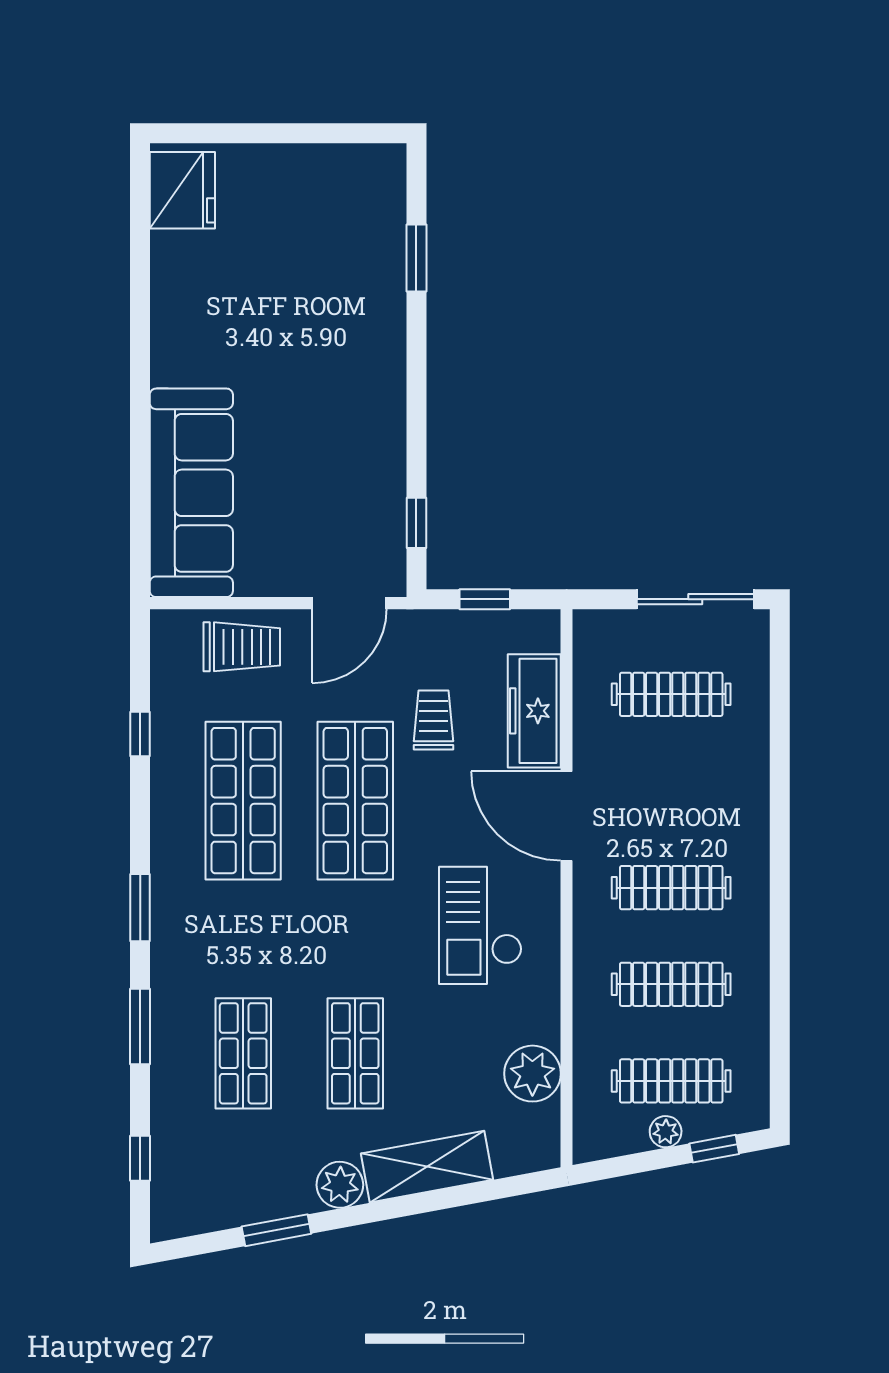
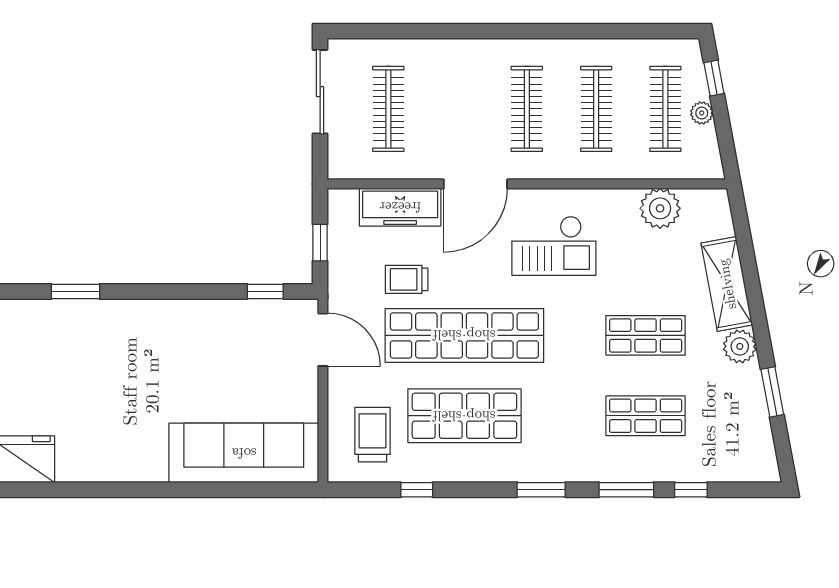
trolley: (242, 647) -> (372, 435), moved
shop shelf: (355, 801) -> (464, 335), width x1.40
window: (140, 1158) -> (691, 490), moved

